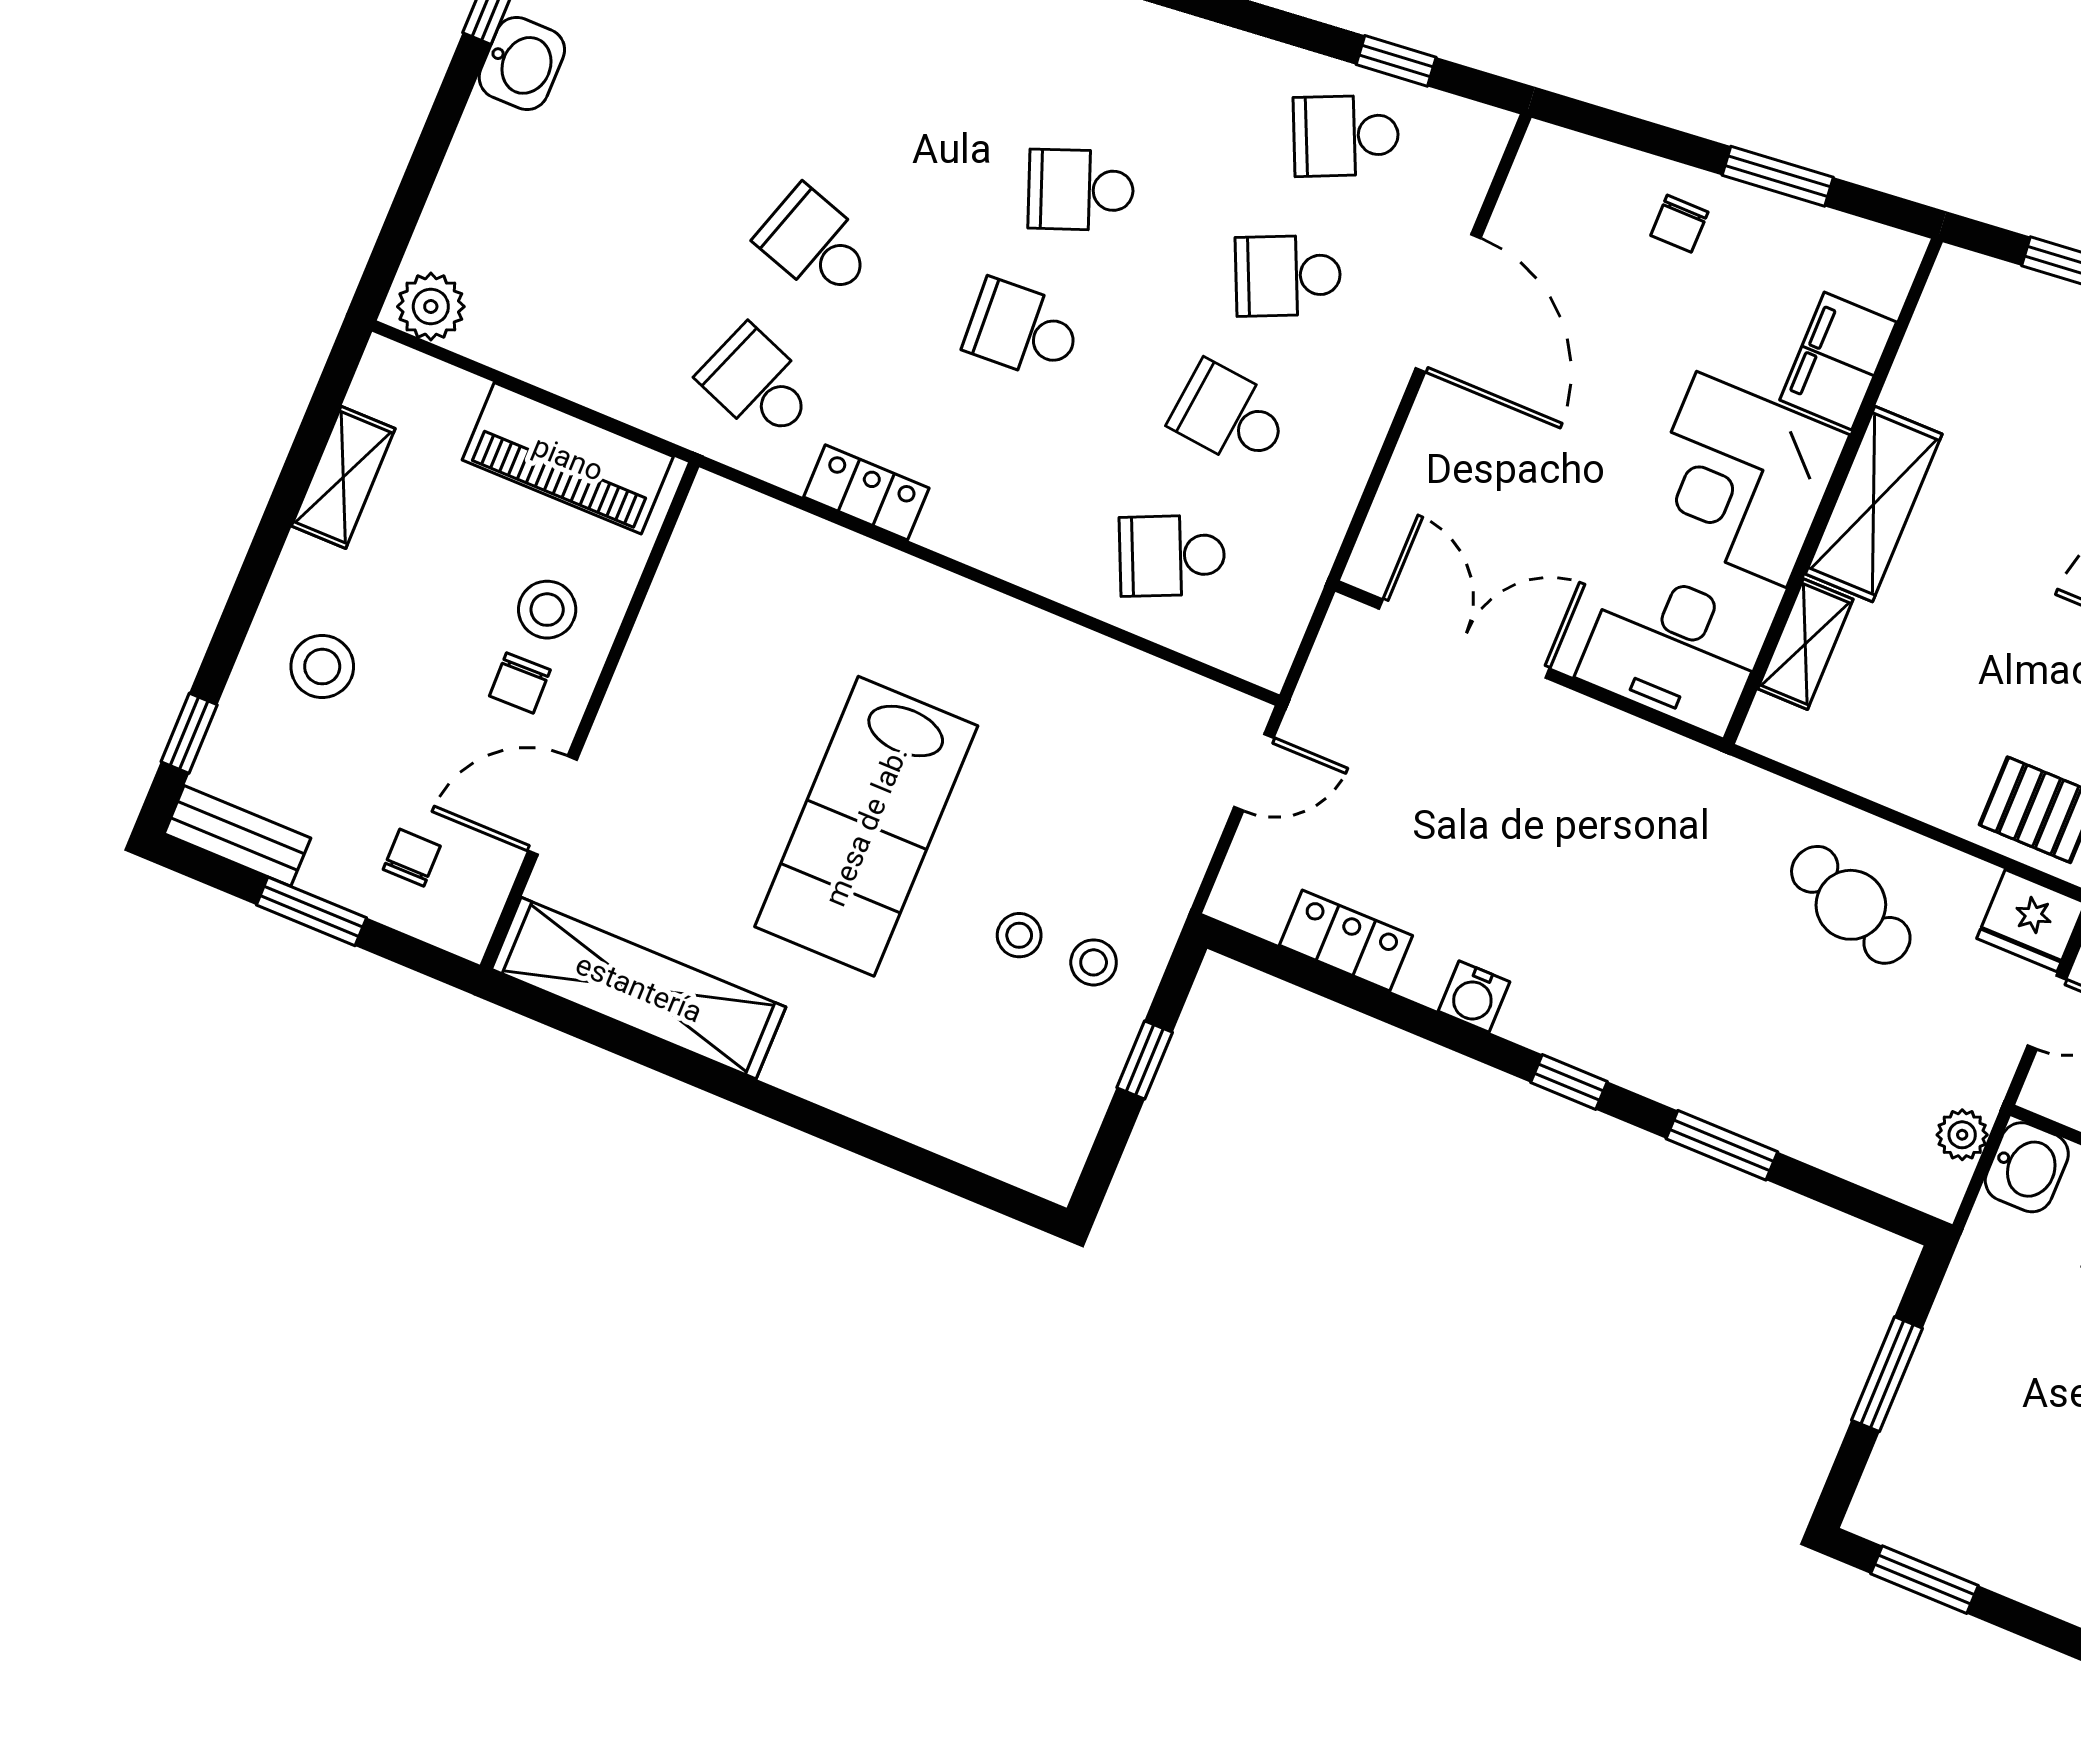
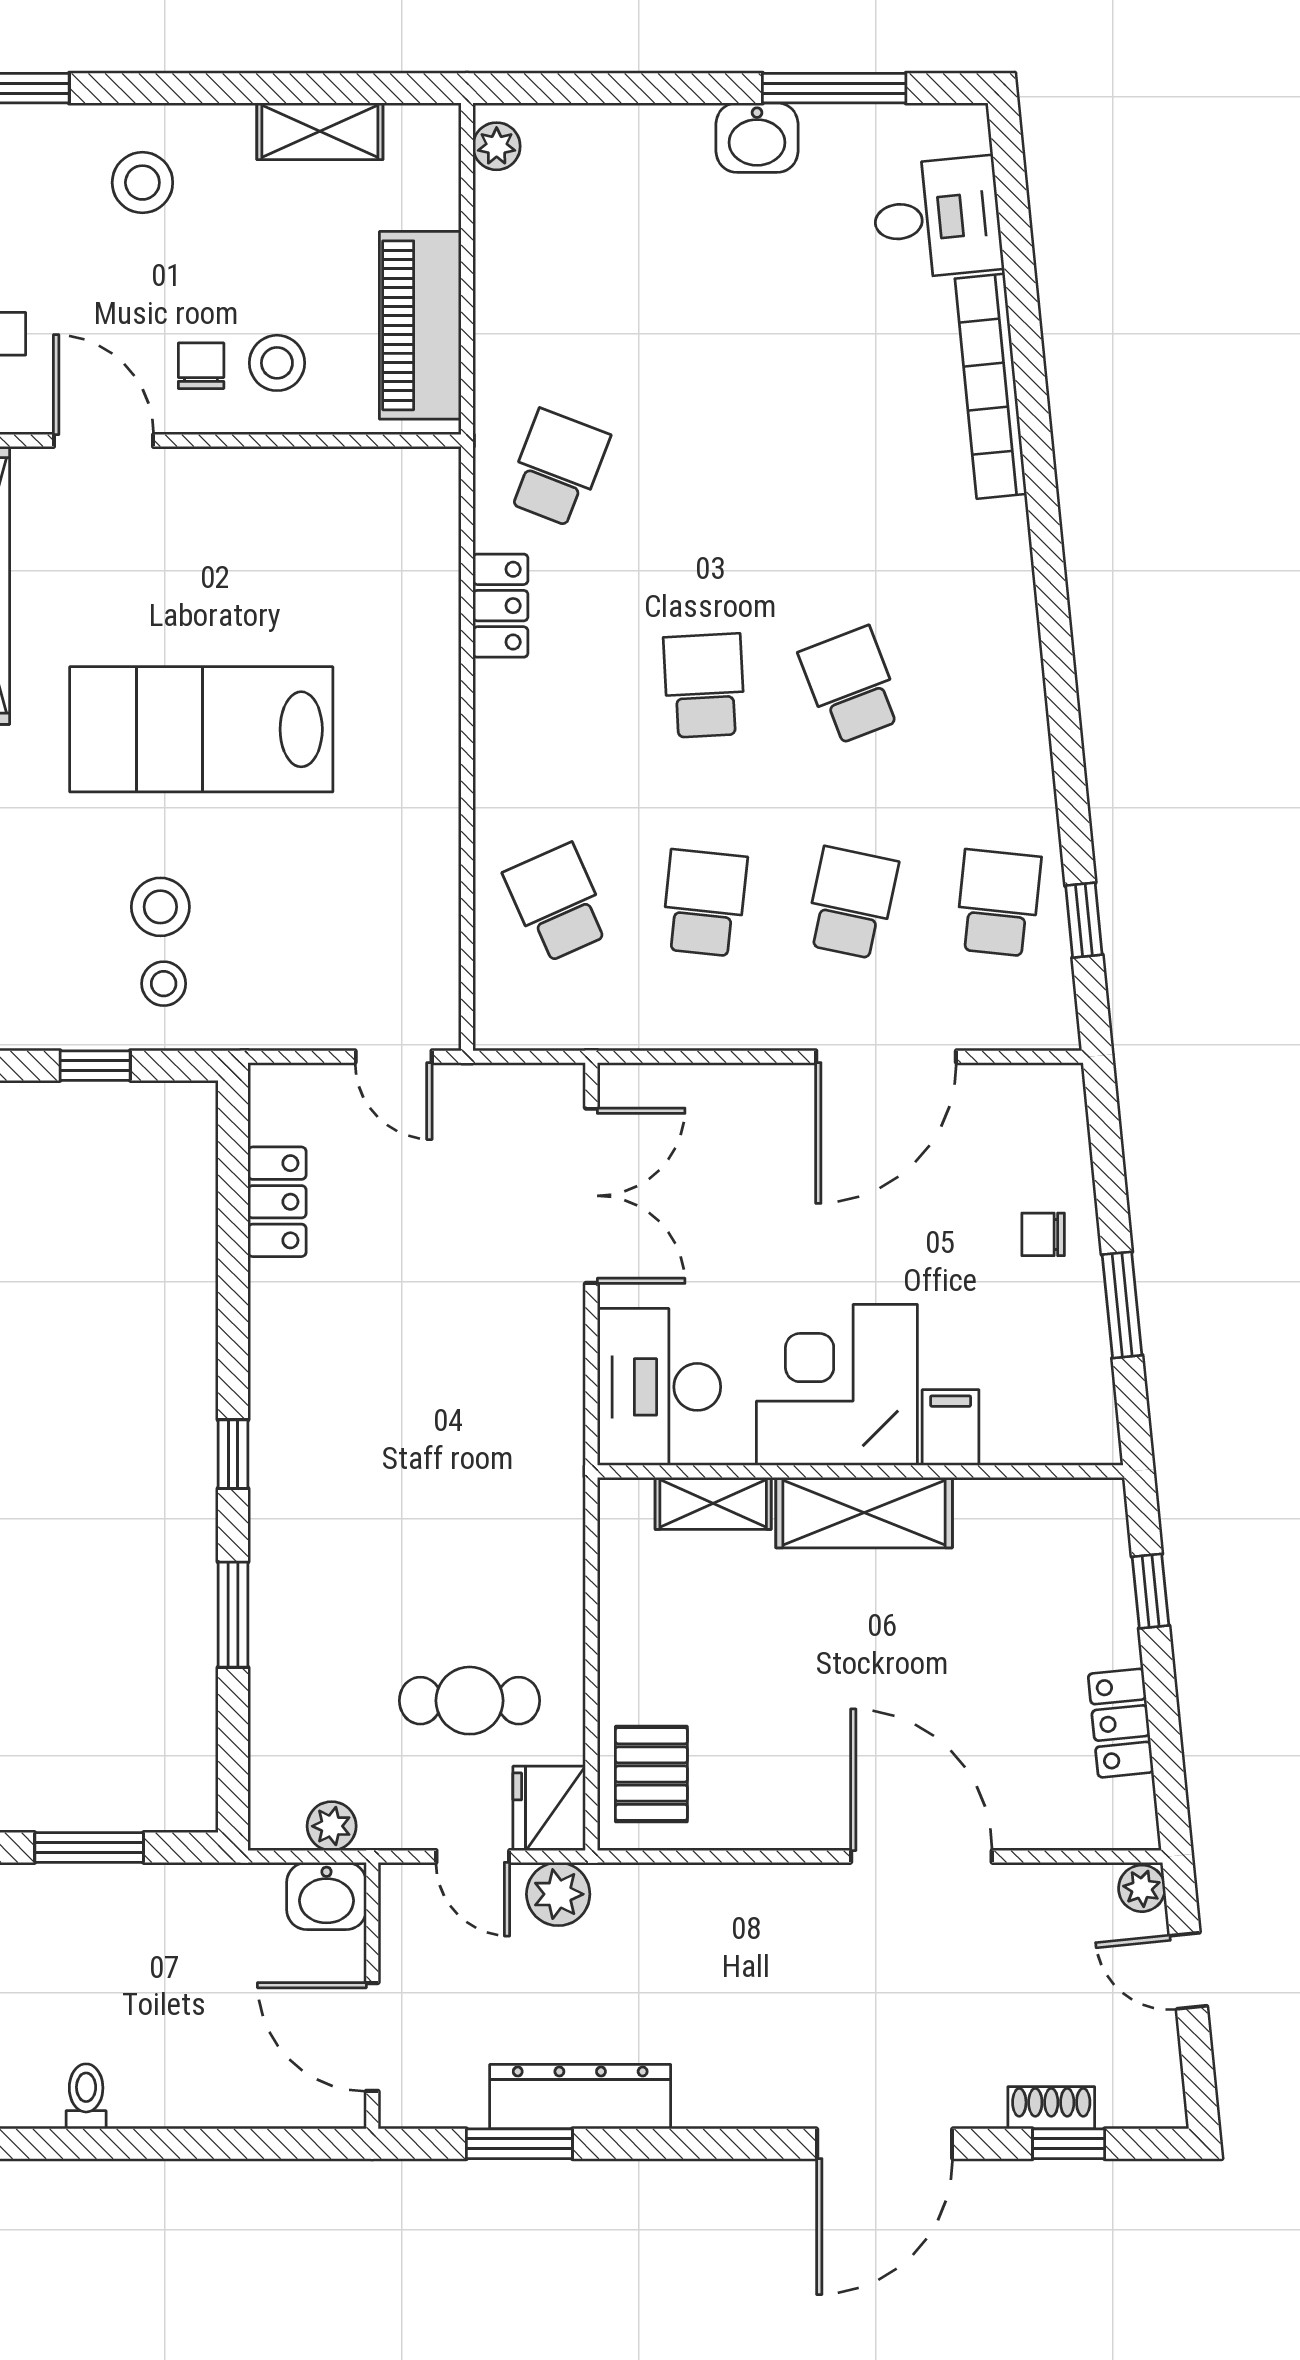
school desk: (1346, 136) -> (998, 903), turned 30
school desk: (816, 244) -> (704, 468), removed
school desk: (1288, 276) -> (851, 903), turned 36
plant: (431, 307) -> (497, 146), width x0.73, depth x0.73
filing cabinet: (1838, 361) -> (951, 1428), width x0.50
chair: (520, 683) -> (201, 366), turned 91
cafe table: (1851, 905) -> (470, 1701), moved, turned 68
stool: (1019, 935) -> (160, 907), width x1.37, depth x1.37
water cooler: (1474, 996) -> (274, 1337), removed

